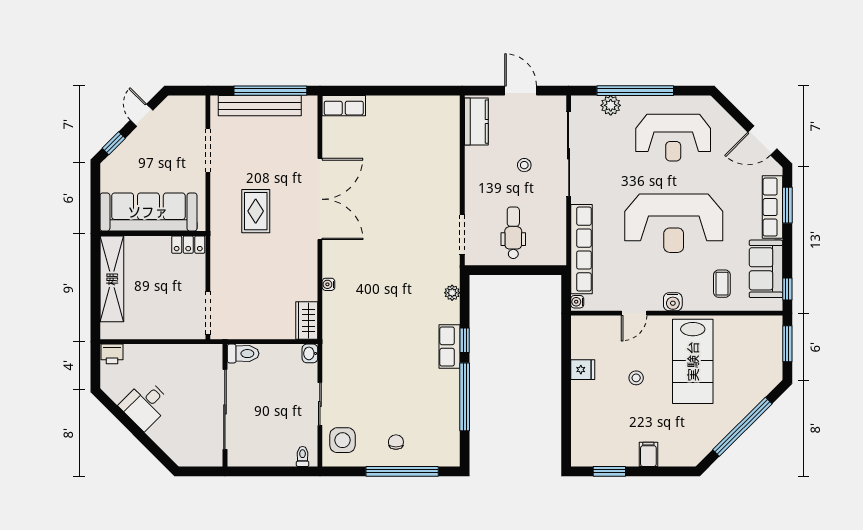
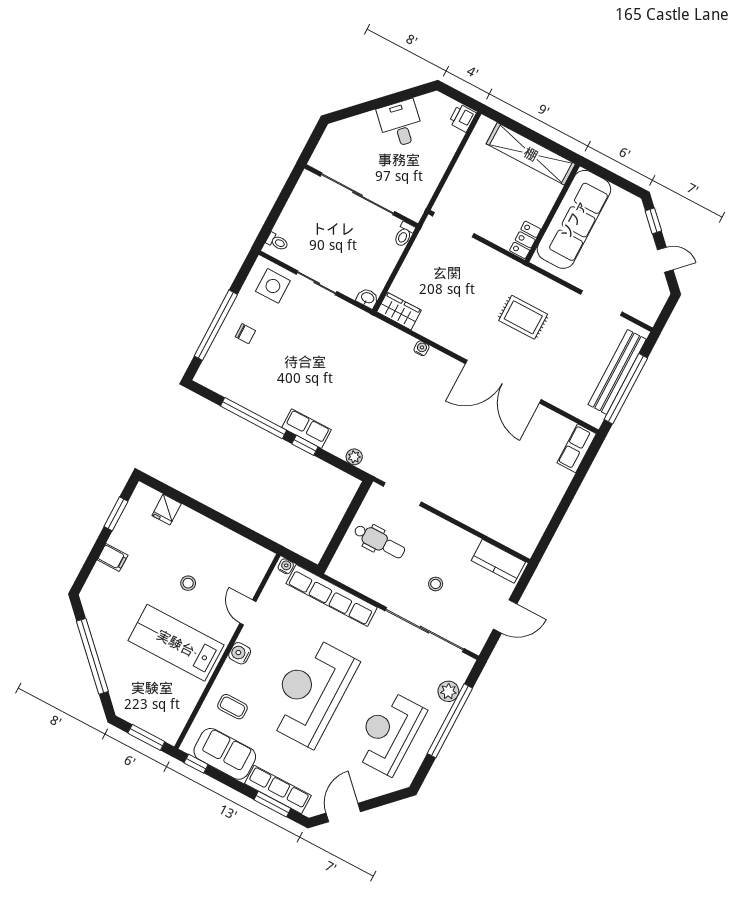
toilet: (243, 354) -> (404, 234), width x0.73, depth x0.72
fridge: (583, 370) -> (167, 510), moved

